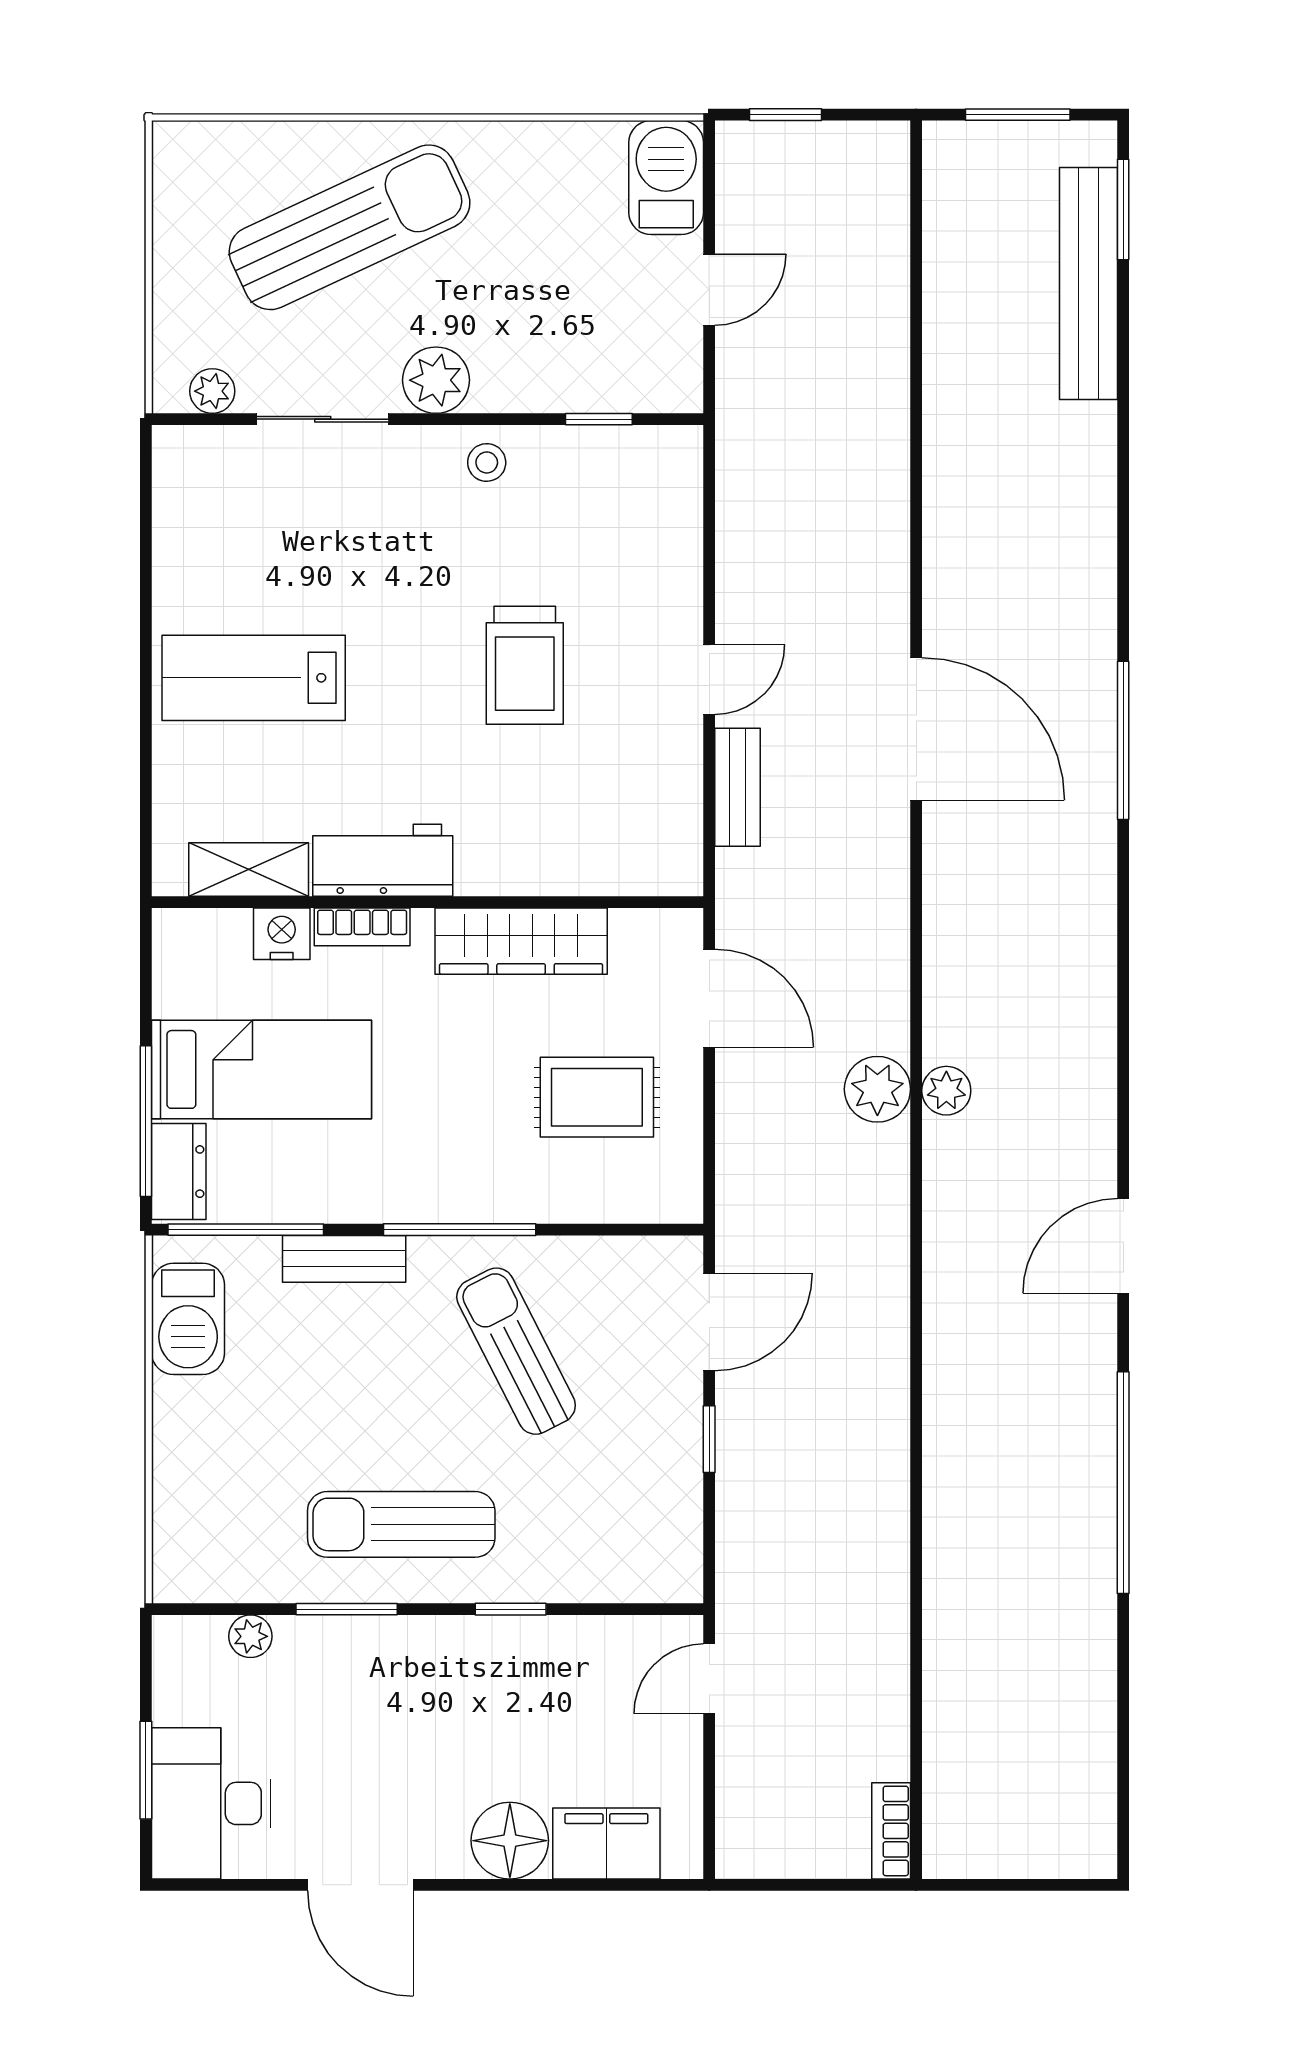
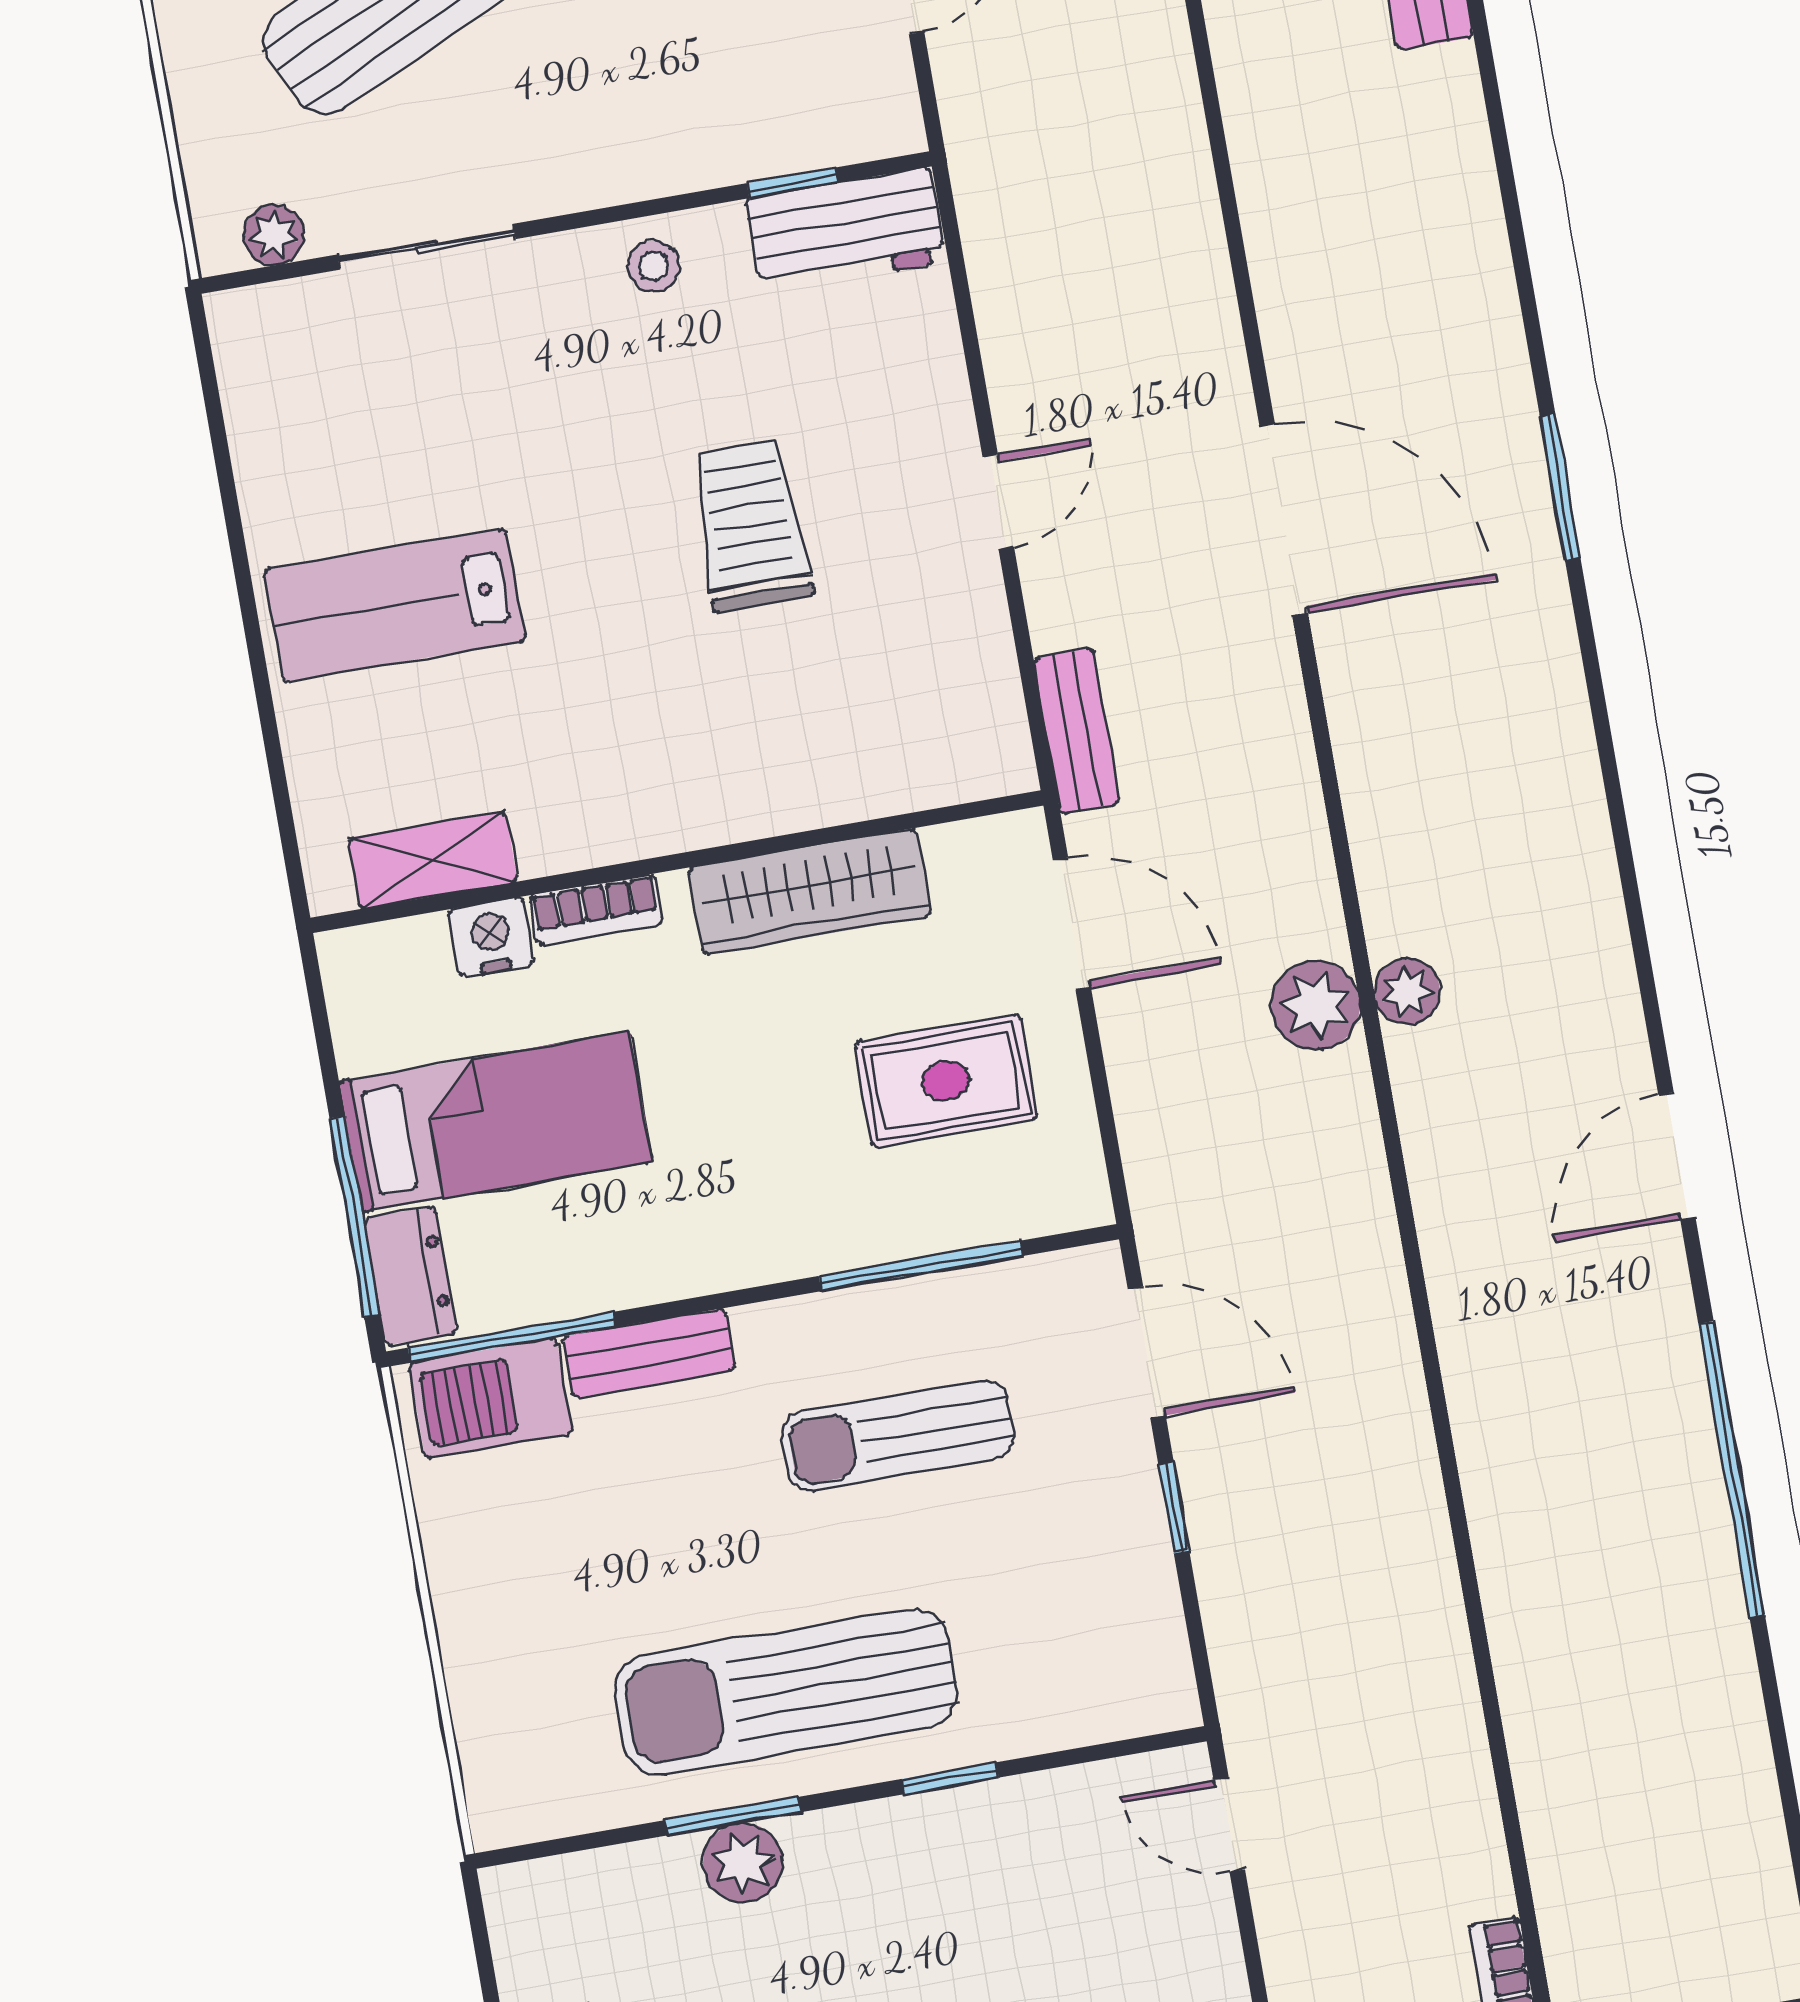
plant: (436, 380) -> (567, 169), removed
trolley: (525, 665) -> (751, 526), turned 180
window: (1123, 740) -> (1560, 487), width x0.69
bench: (738, 787) -> (1077, 731), moved
workbench: (383, 860) -> (846, 231), moved, turned 180
window: (460, 1230) -> (921, 1266), moved
barbecue: (188, 1319) -> (491, 1398), moved, turned 90
door: (709, 1322) -> (1147, 1352), hinge flipped
sun lounger: (516, 1351) -> (898, 1436), turned -63
sun lounger: (401, 1524) -> (786, 1692), width x1.36, depth x1.34
plant: (250, 1636) -> (743, 1863), moved, width x1.38, depth x1.38
door: (709, 1679) -> (1229, 1825), hinge flipped

